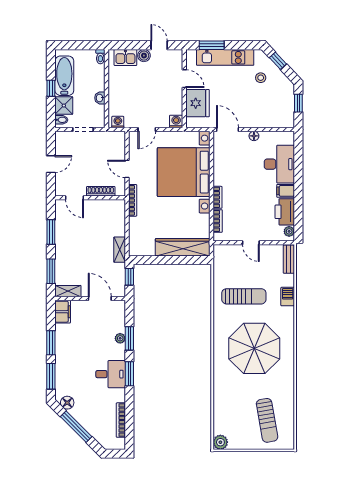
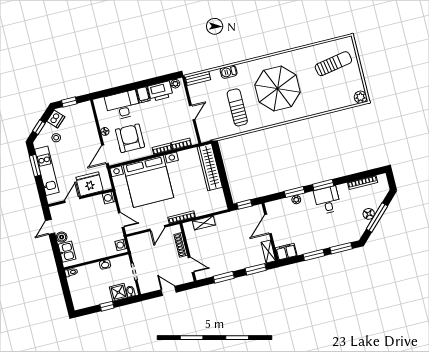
window: (212, 45) -> (35, 166), moved
bathtub: (64, 76) -> (94, 298), removed
dishwasher: (282, 83) -> (56, 119), added
armchair: (239, 163) -> (130, 138), added
door: (75, 198) -> (191, 265), hinge flipped
shelving: (120, 250) -> (204, 223), moved
floor lamp: (67, 403) -> (369, 214), moved

